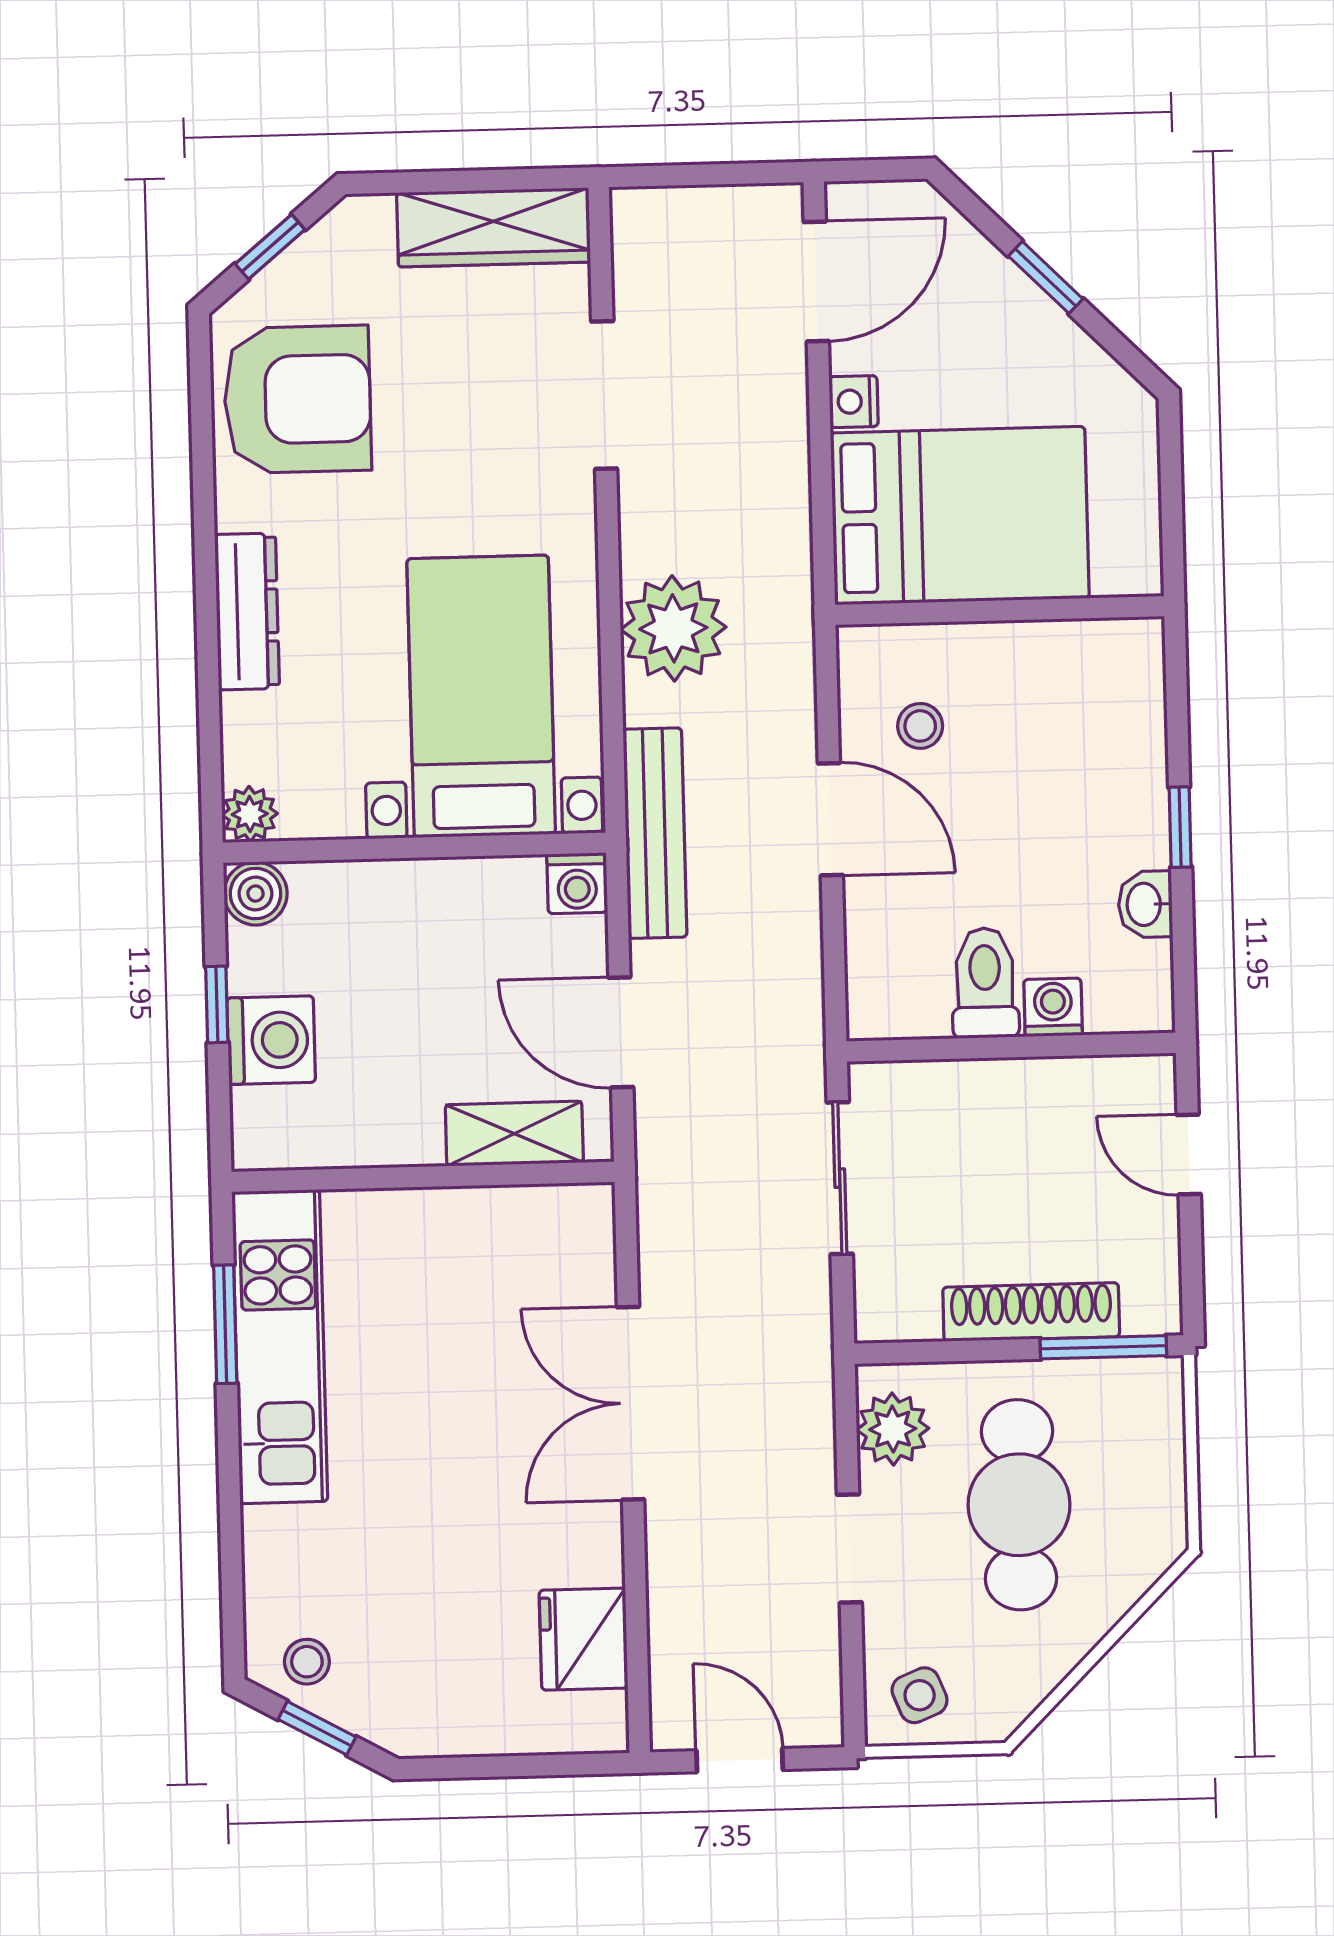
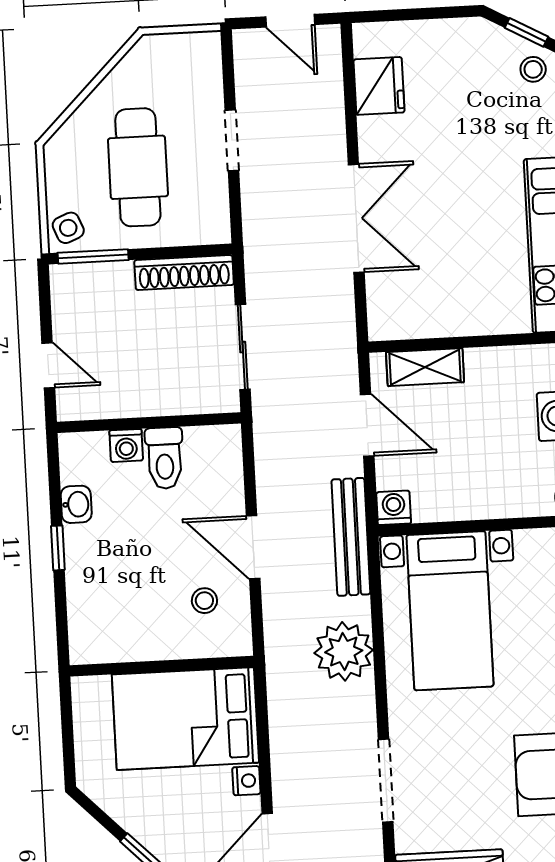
shoe rack: (1031, 1312) -> (184, 273), moved
plant: (893, 1429) -> (209, 208), removed
side table: (920, 1695) -> (68, 228), moved

